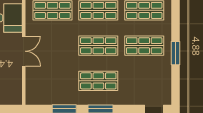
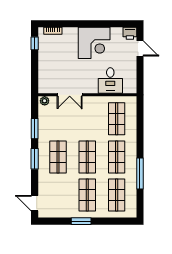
double door: (24, 51) -> (70, 95), moved
plant: (31, 97) -> (45, 101), added

